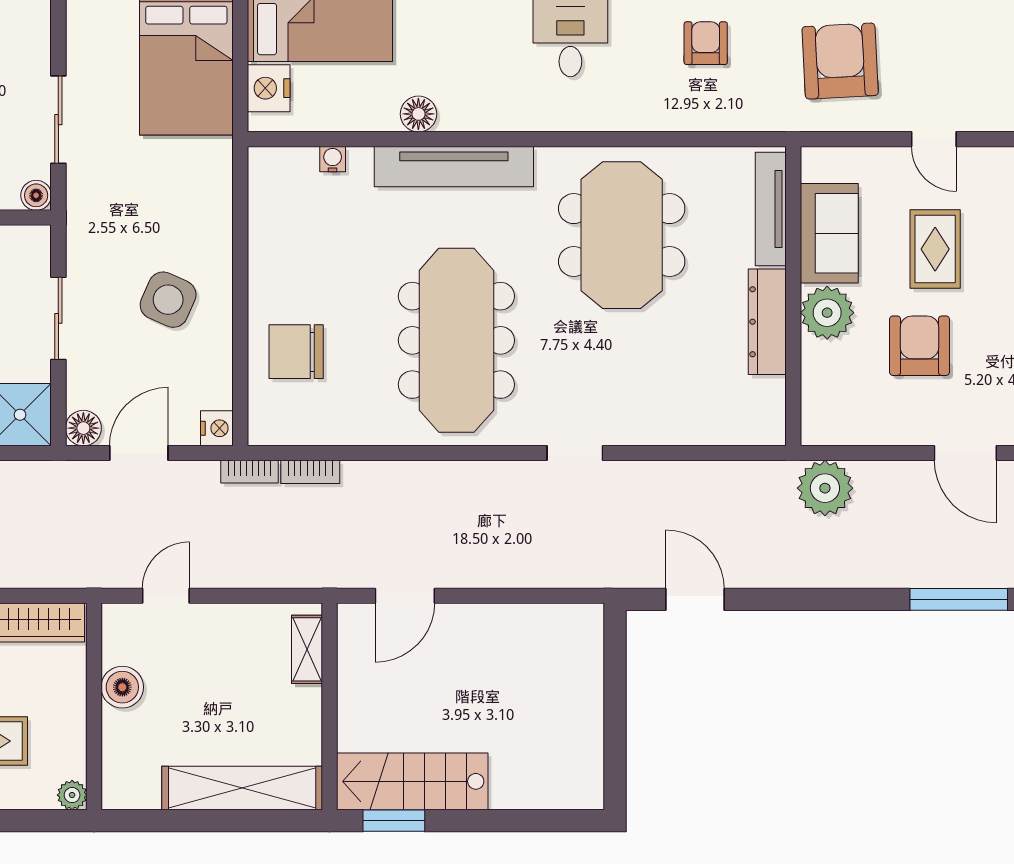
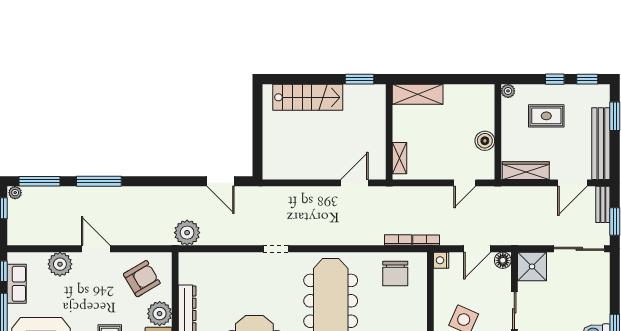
armchair: (919, 346) -> (142, 279), moved, turned -121
chair: (296, 352) -> (395, 274), moved, turned 90
plant: (825, 488) -> (187, 233), moved
stairs: (412, 781) -> (308, 97), moved
shelving: (242, 788) -> (418, 94), width x0.68

